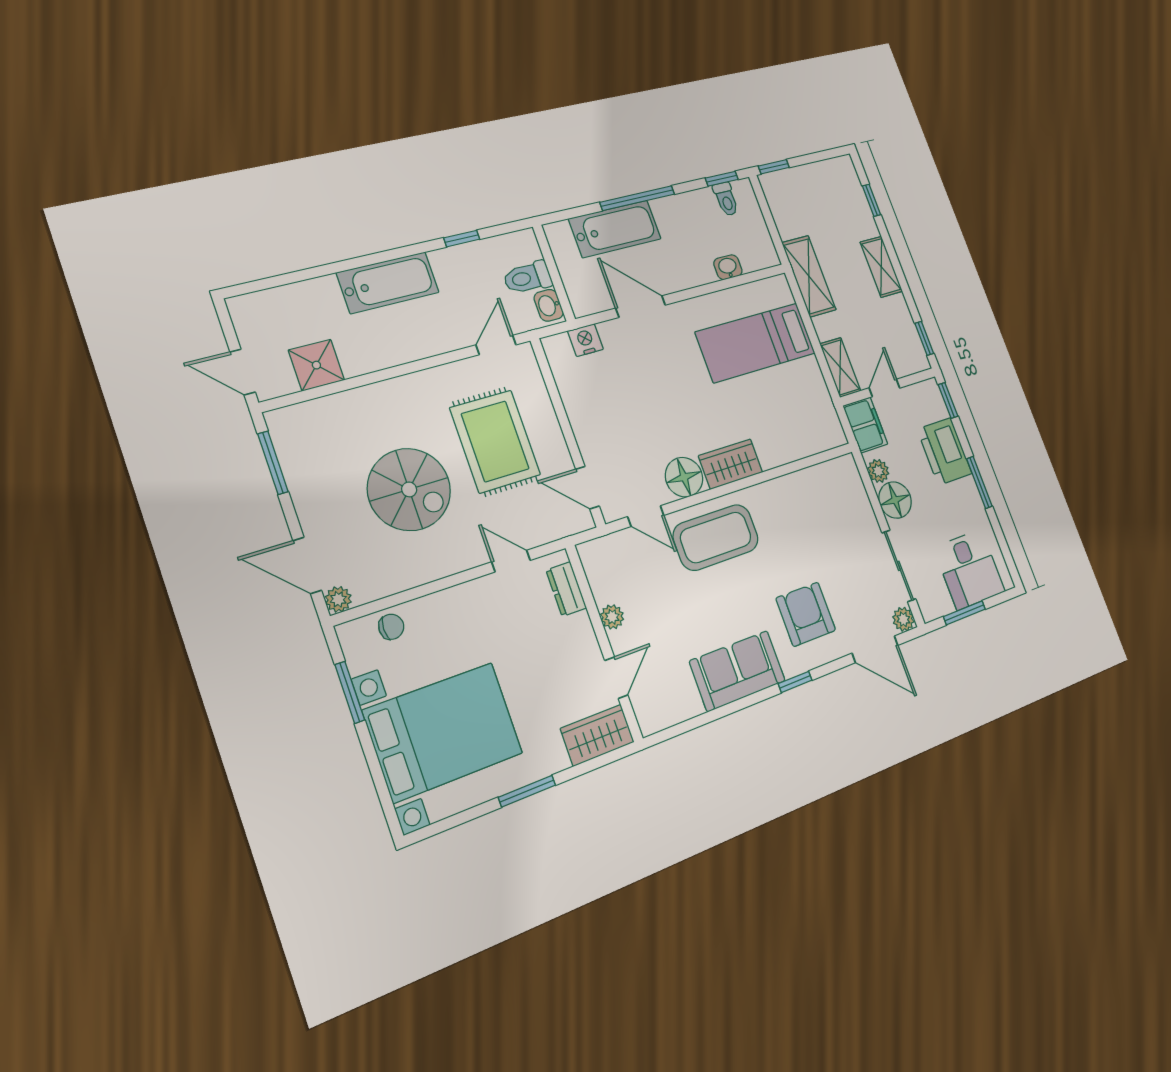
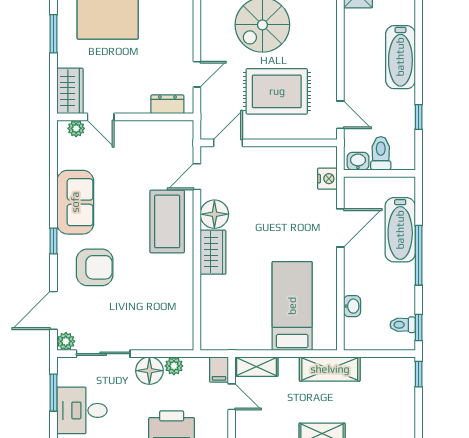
filing cabinet: (865, 425) -> (219, 370), width x0.50
plant: (612, 617) -> (76, 128), moved

